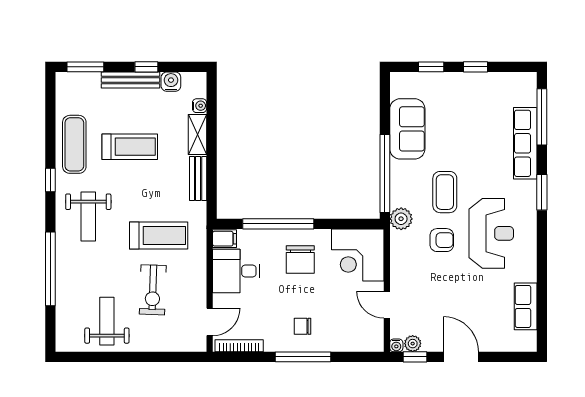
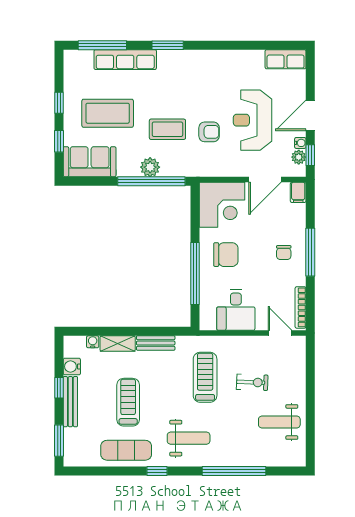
coffee table: (463, 123) -> (108, 113), added
sofa: (407, 129) -> (90, 162), moved
plant: (401, 219) -> (150, 167), moved
reception desk: (491, 233) -> (252, 120), moved, turned -90
filing cabinet: (224, 239) -> (298, 192), moved, turned 180
armchair: (442, 240) -> (209, 132), turned 90
exercise bike: (153, 290) -> (252, 382), width x0.73, depth x0.72
door: (387, 305) -> (265, 180), width x1.38
row of seats: (526, 306) -> (286, 59), moved
water cooler: (396, 345) -> (300, 143), moved

